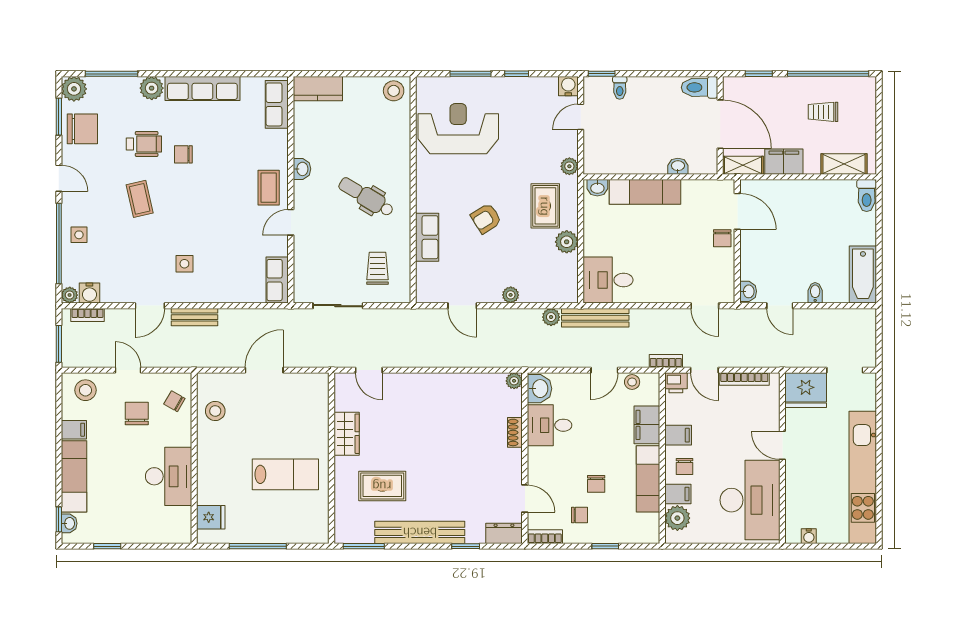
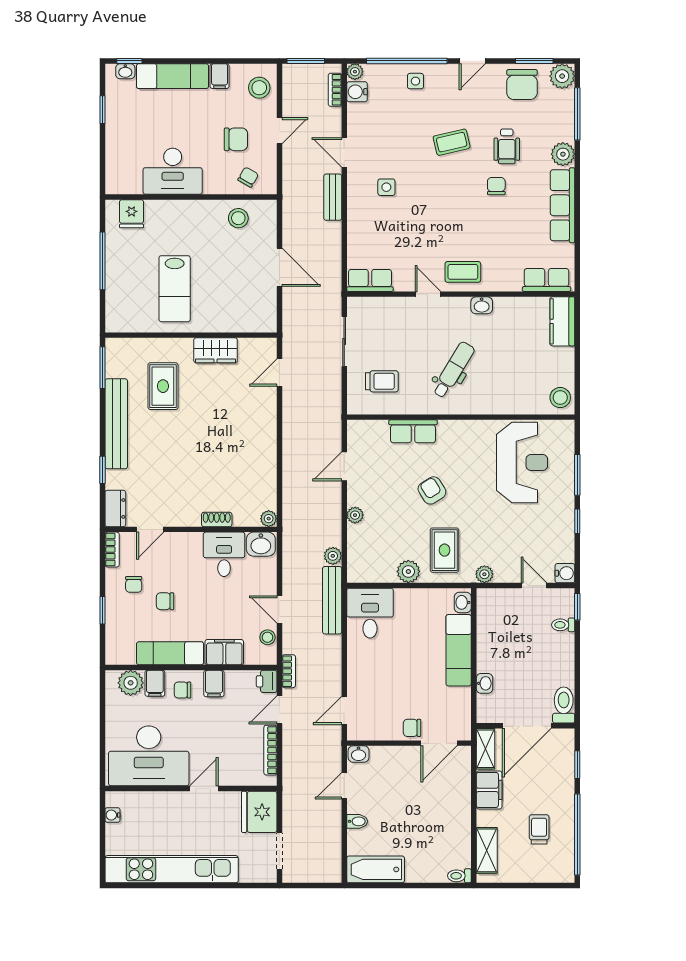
toilet: (867, 196) -> (459, 876), width x0.73, depth x0.72
rug: (545, 206) -> (445, 550), turned 90

